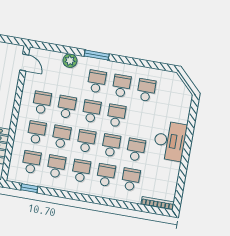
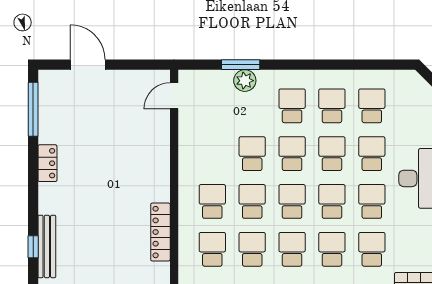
window: (97, 55) -> (241, 65), moved
door: (24, 62) -> (174, 96), swing flipped
school desk: (42, 103) -> (372, 154), moved

